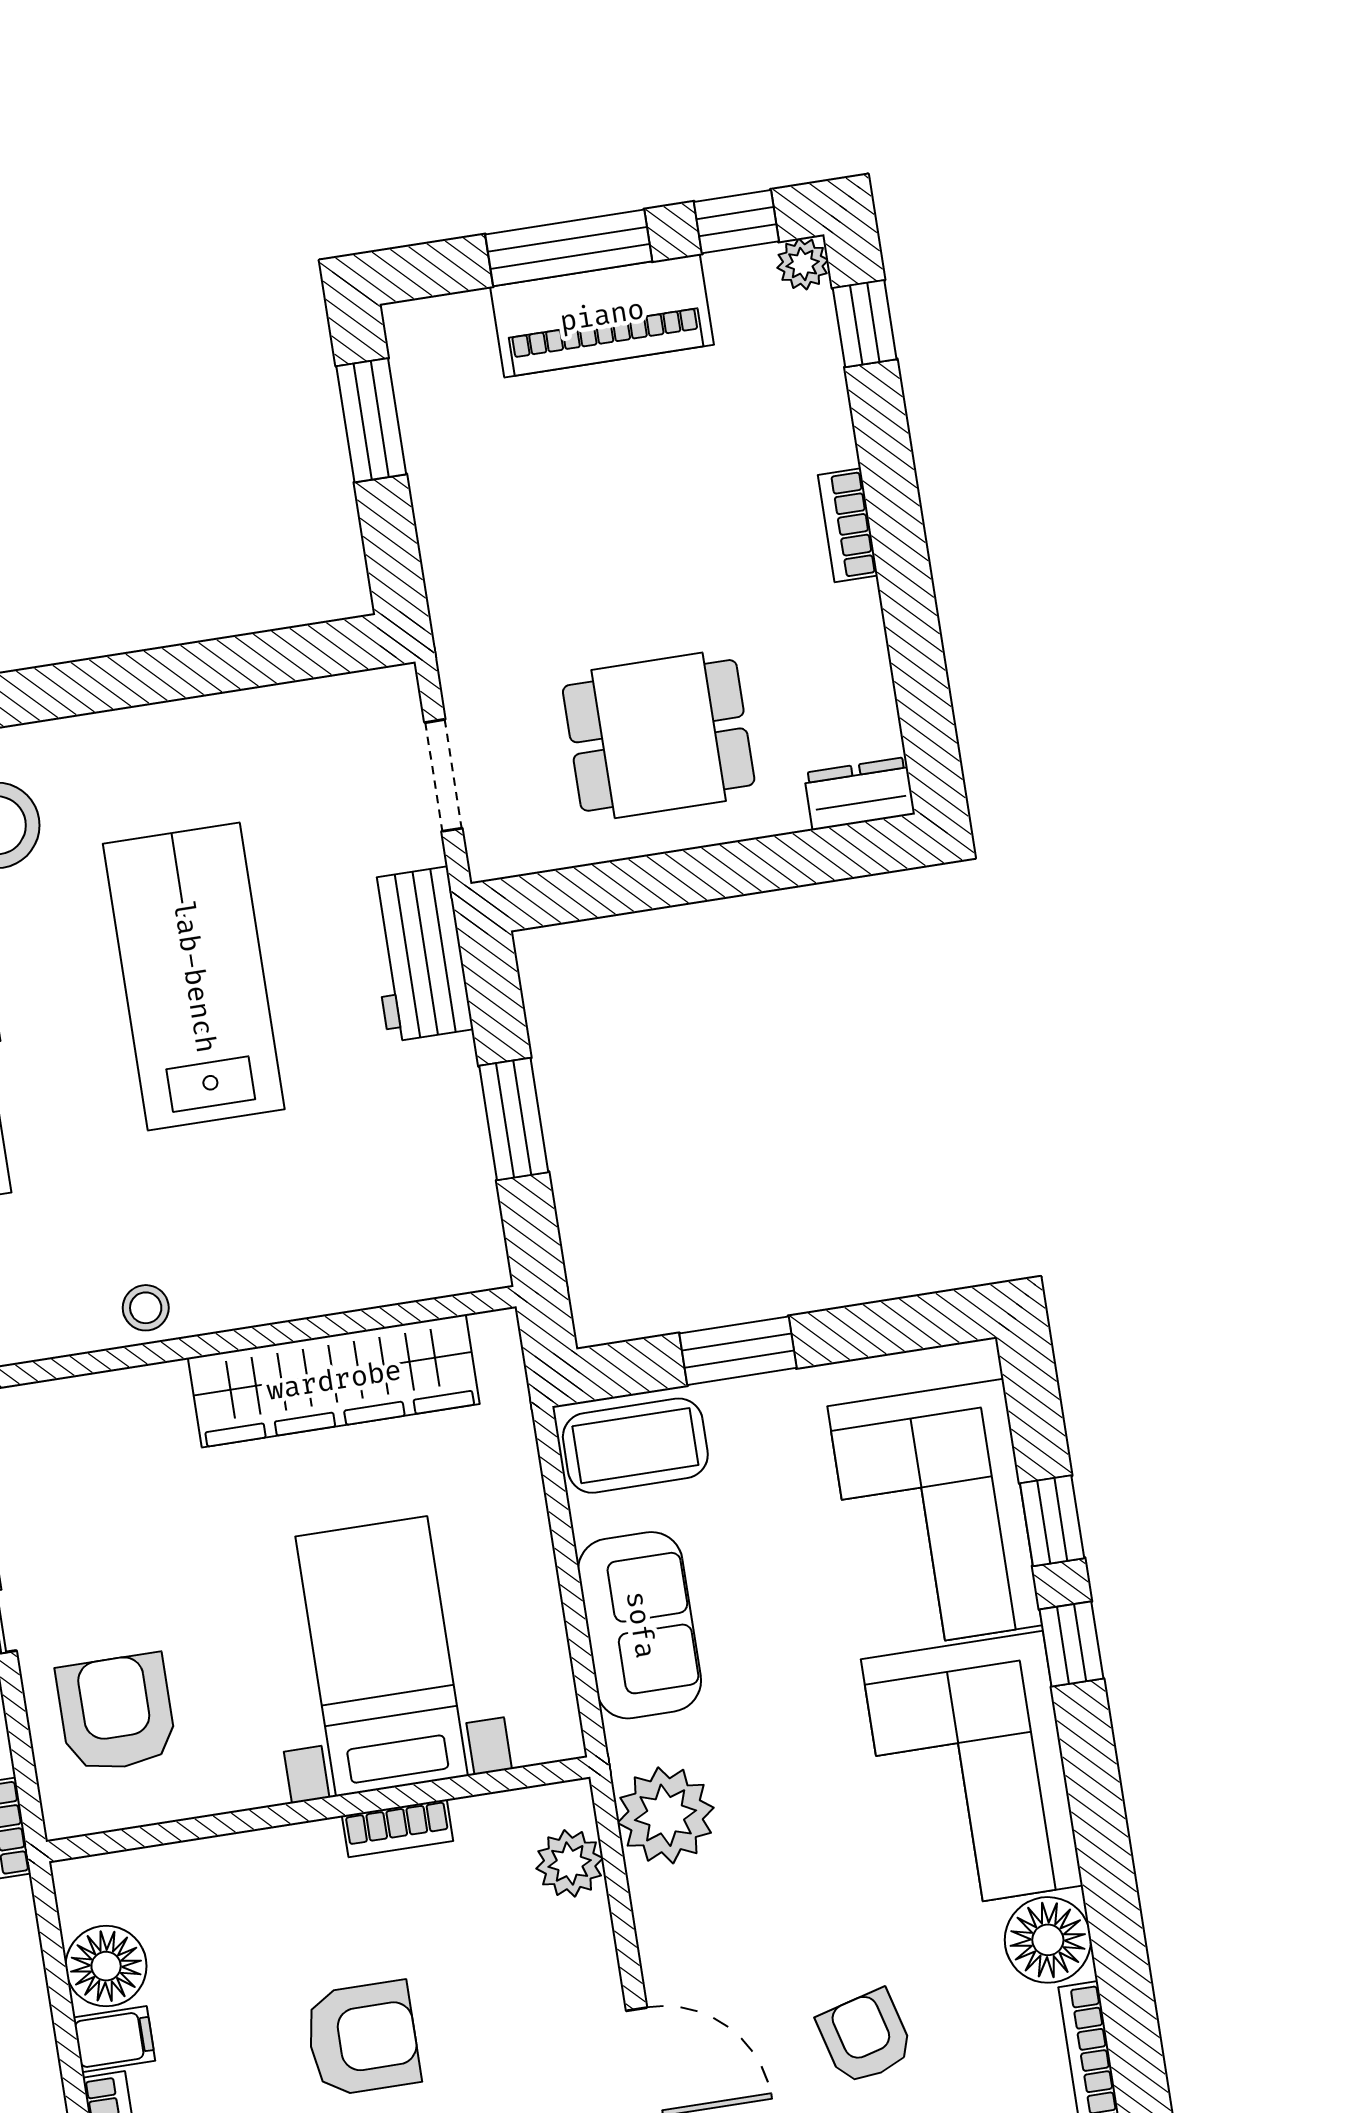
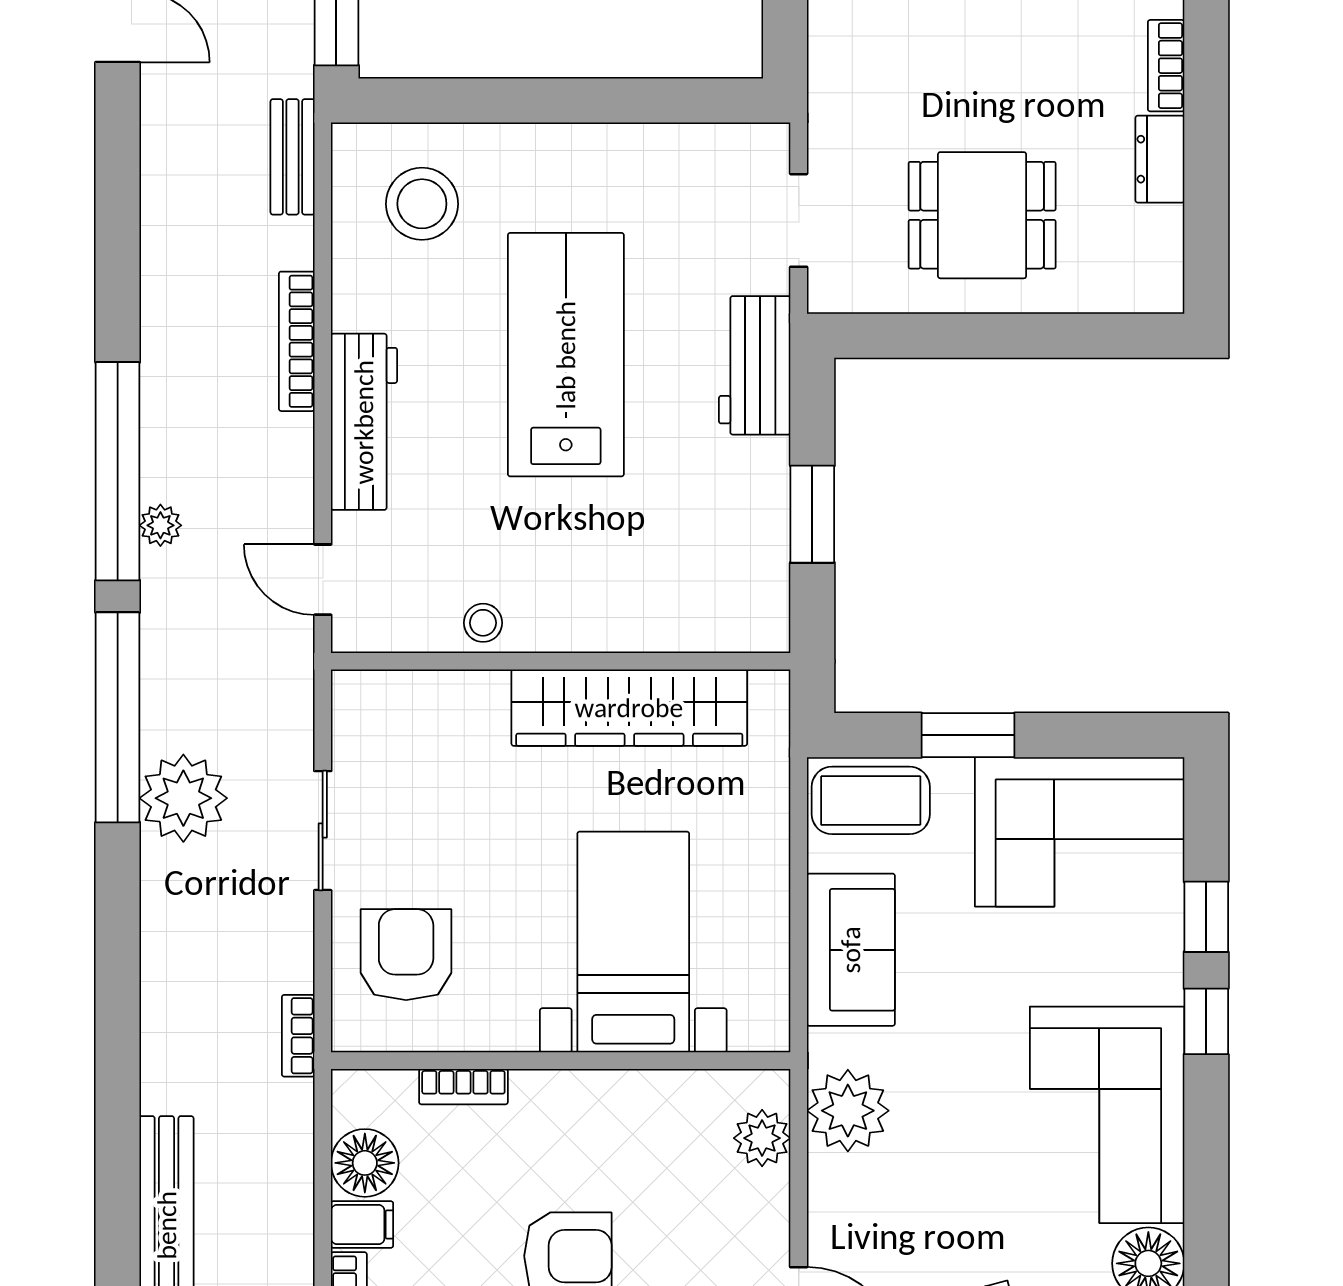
dresser: (859, 794) -> (1160, 159), moved, turned -90
corner sofa: (935, 1516) -> (1080, 832), moved, turned -90
bookcase: (398, 1828) -> (463, 1087), moved

